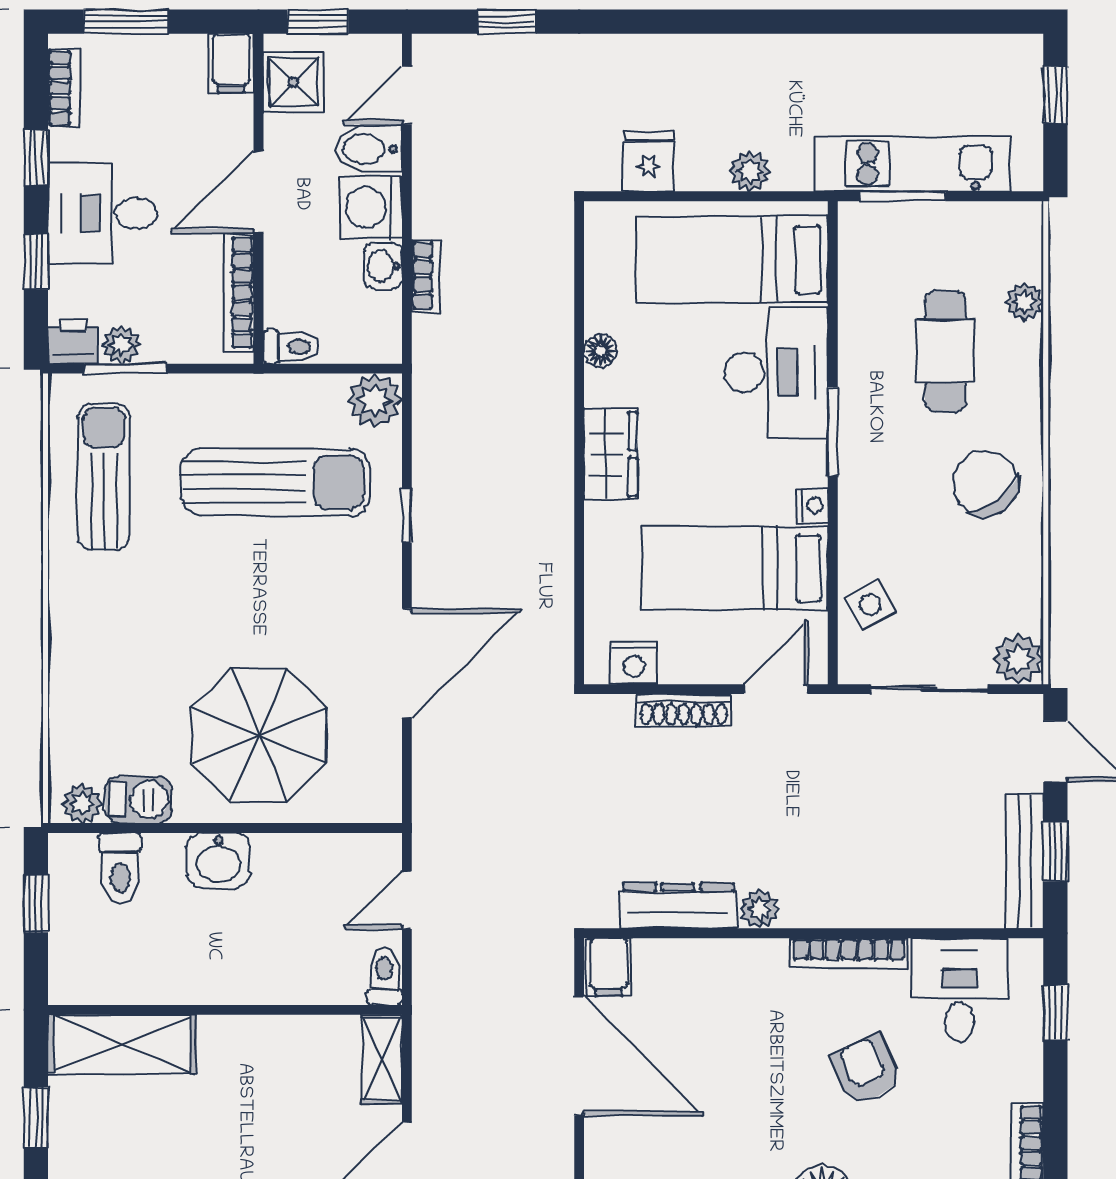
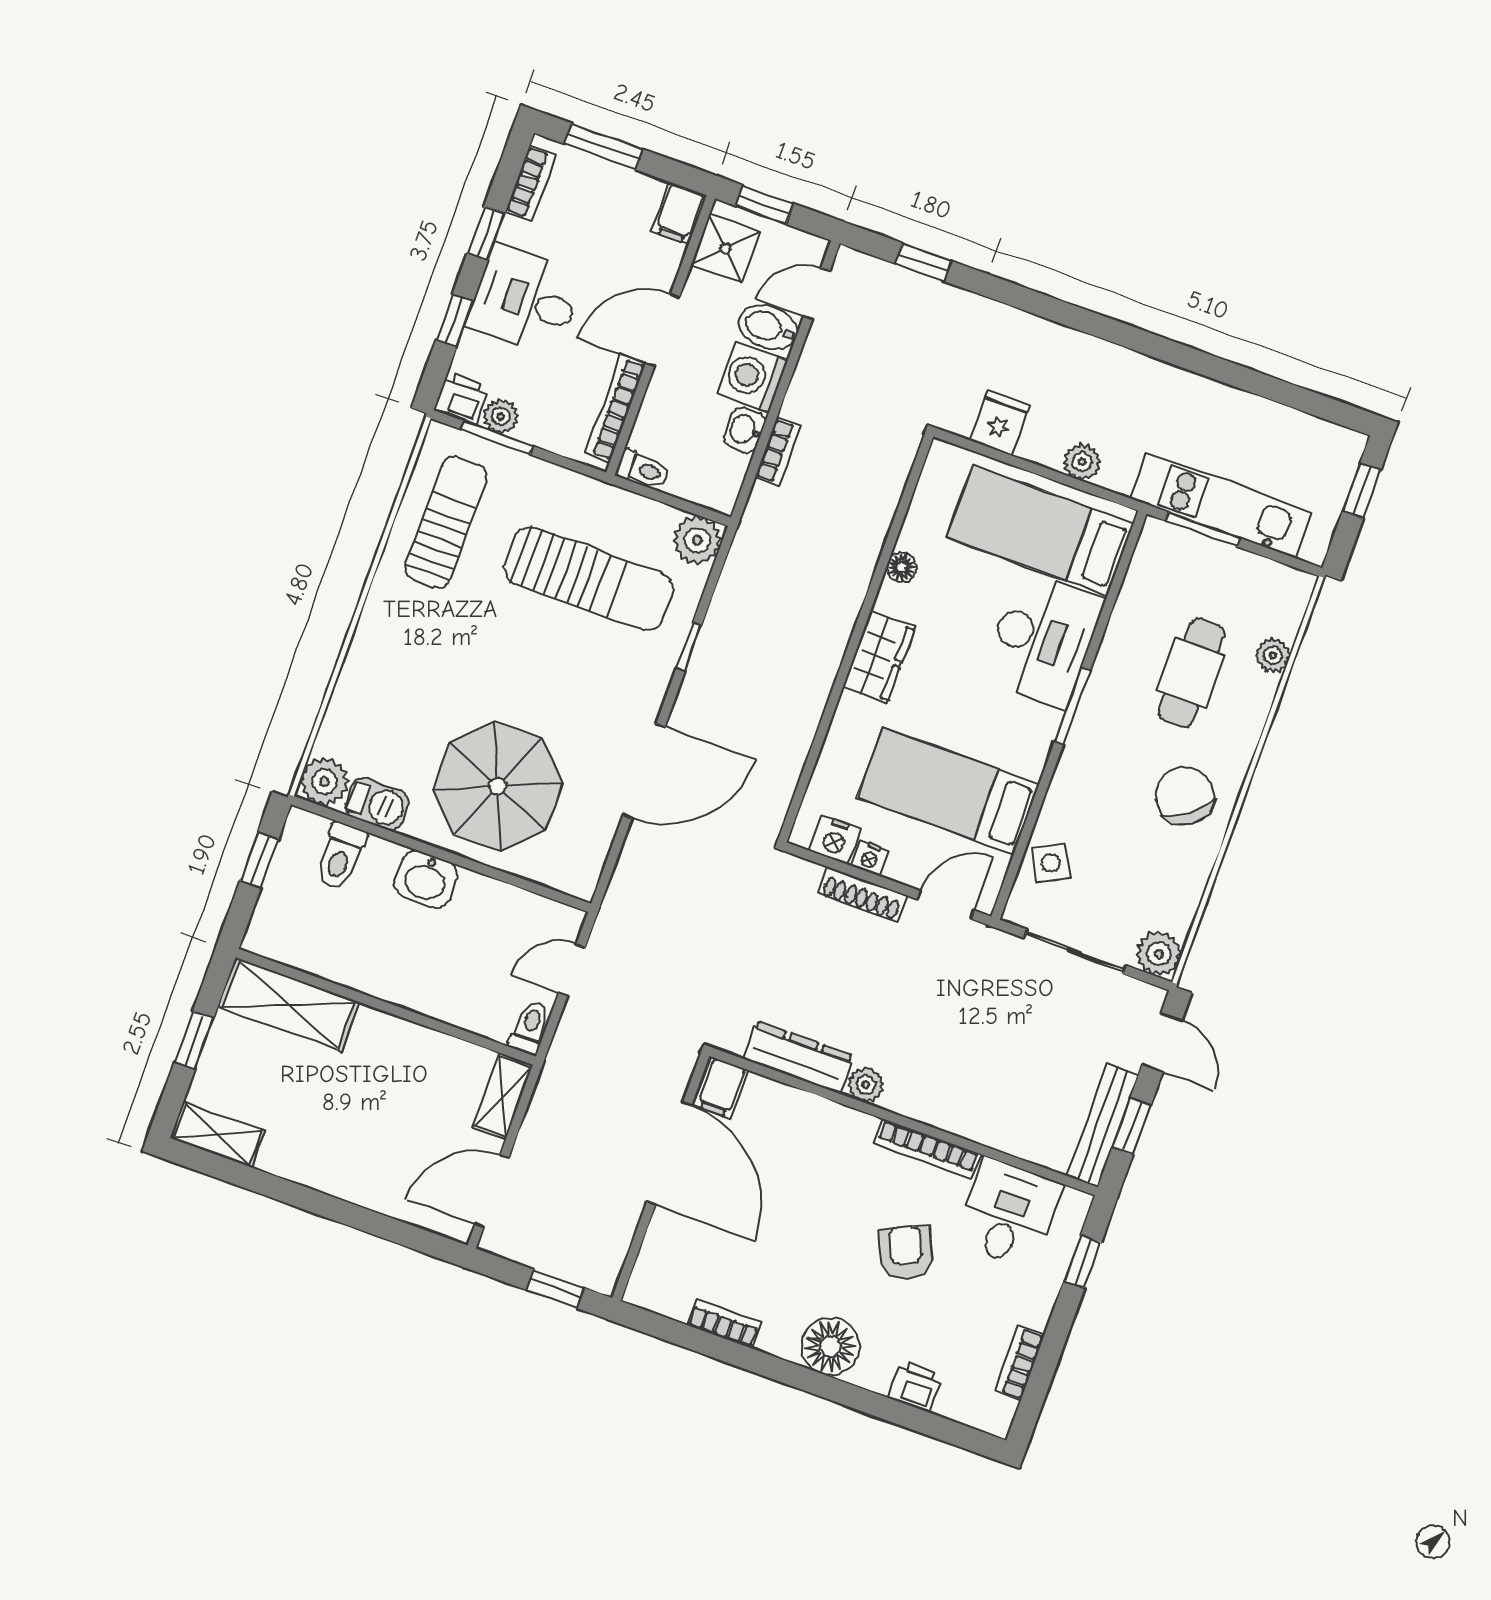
nightstand: (812, 506) -> (870, 858), moved, turned 90
plant: (82, 804) -> (324, 782), width x1.38, depth x1.38

